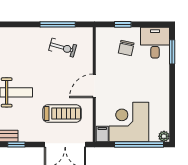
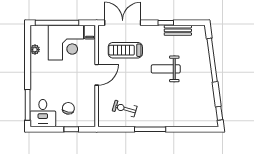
window: (58, 24) -> (150, 129), moved
window: (172, 52) -> (28, 105), width x1.44
plant: (164, 136) -> (35, 50), moved

